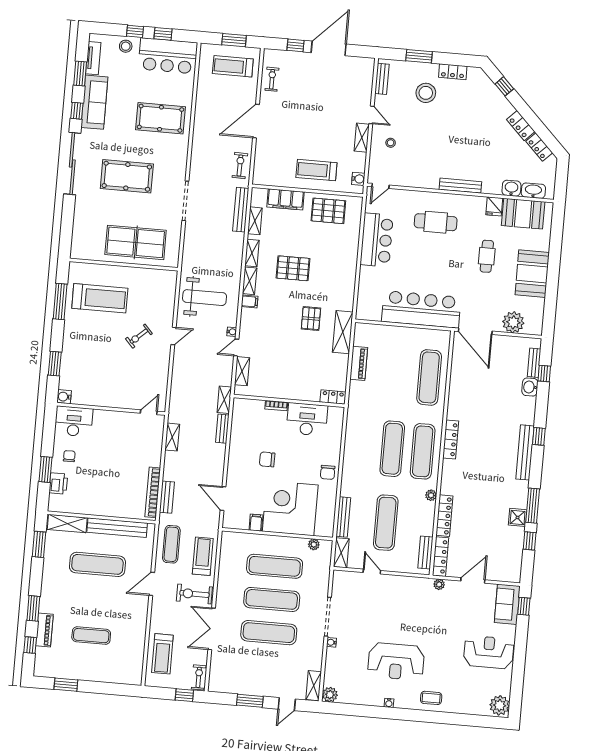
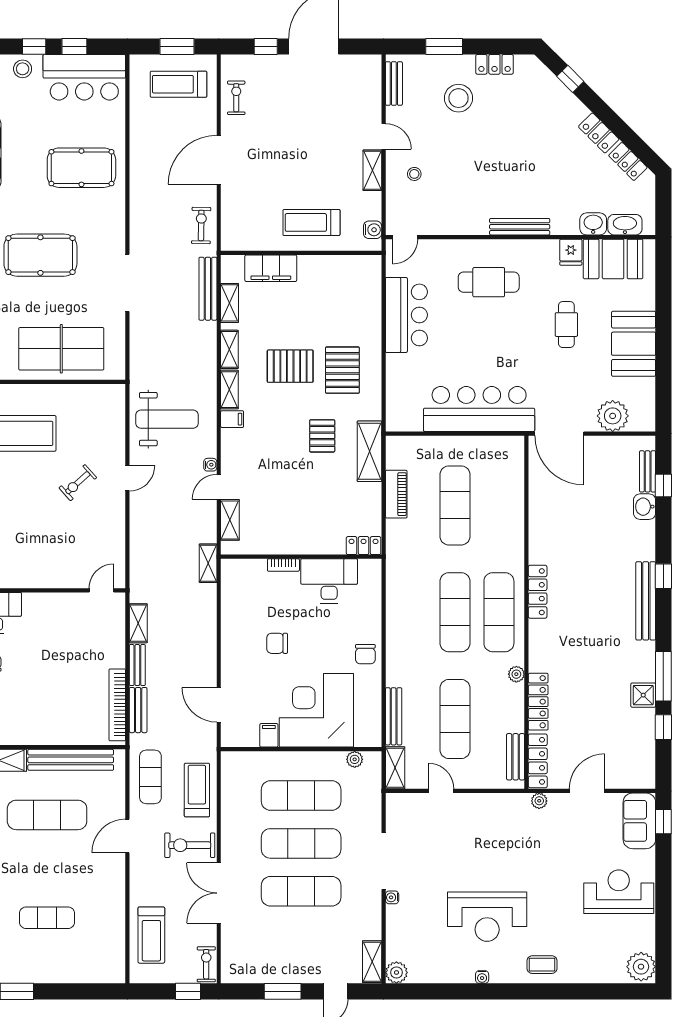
pallet: (328, 211) -> (342, 370), moved, turned 90
exercise mat: (429, 377) -> (455, 505), moved
bench: (222, 429) -> (137, 665), moved

